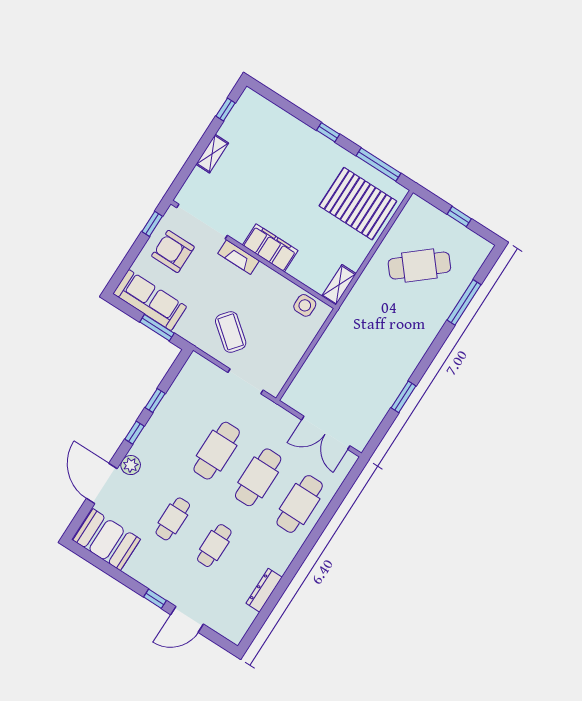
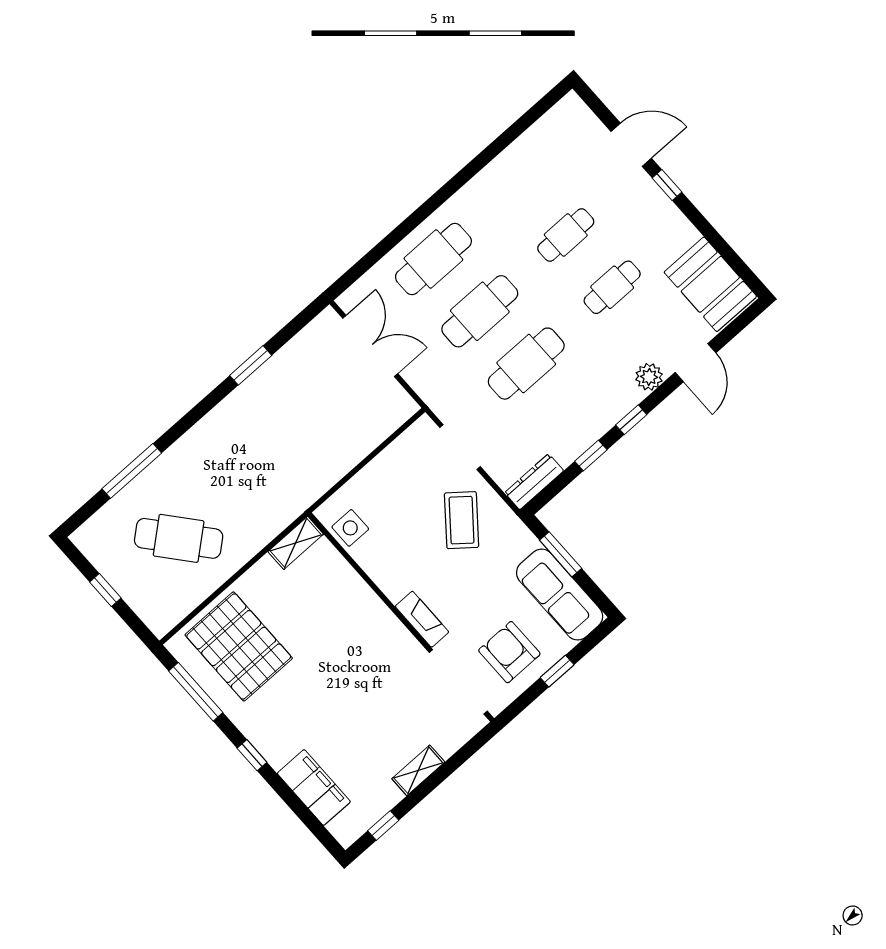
window: (152, 224) -> (557, 671), moved
filing cabinet: (270, 248) -> (314, 787), moved, turned 180
armchair: (173, 251) -> (509, 652), turned 180
door: (102, 484) -> (695, 363), width x0.73
dresser: (264, 590) -> (534, 482), moved, turned 180

